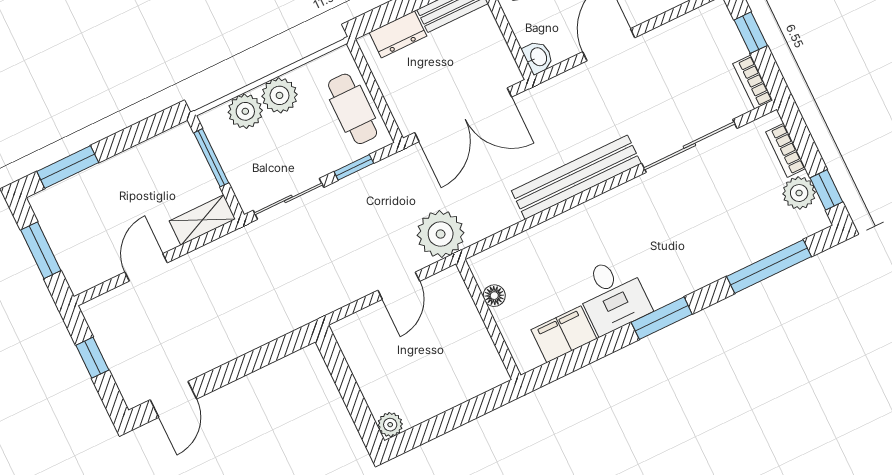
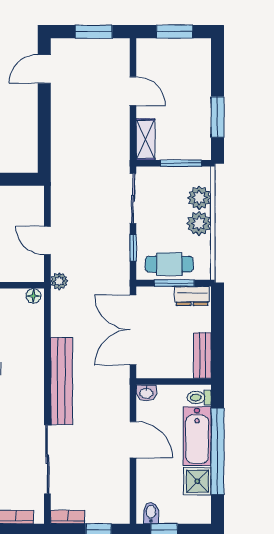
dresser: (398, 34) -> (192, 296), moved, turned -90
window: (375, 90) -> (174, 283), added
window: (68, 167) -> (218, 117), moved
plant: (441, 234) -> (59, 281), width x0.53, depth x0.53
floor lamp: (494, 296) -> (33, 296), moved
window: (92, 358) -> (94, 32), width x1.50
door: (173, 399) -> (44, 69), hinge flipped

